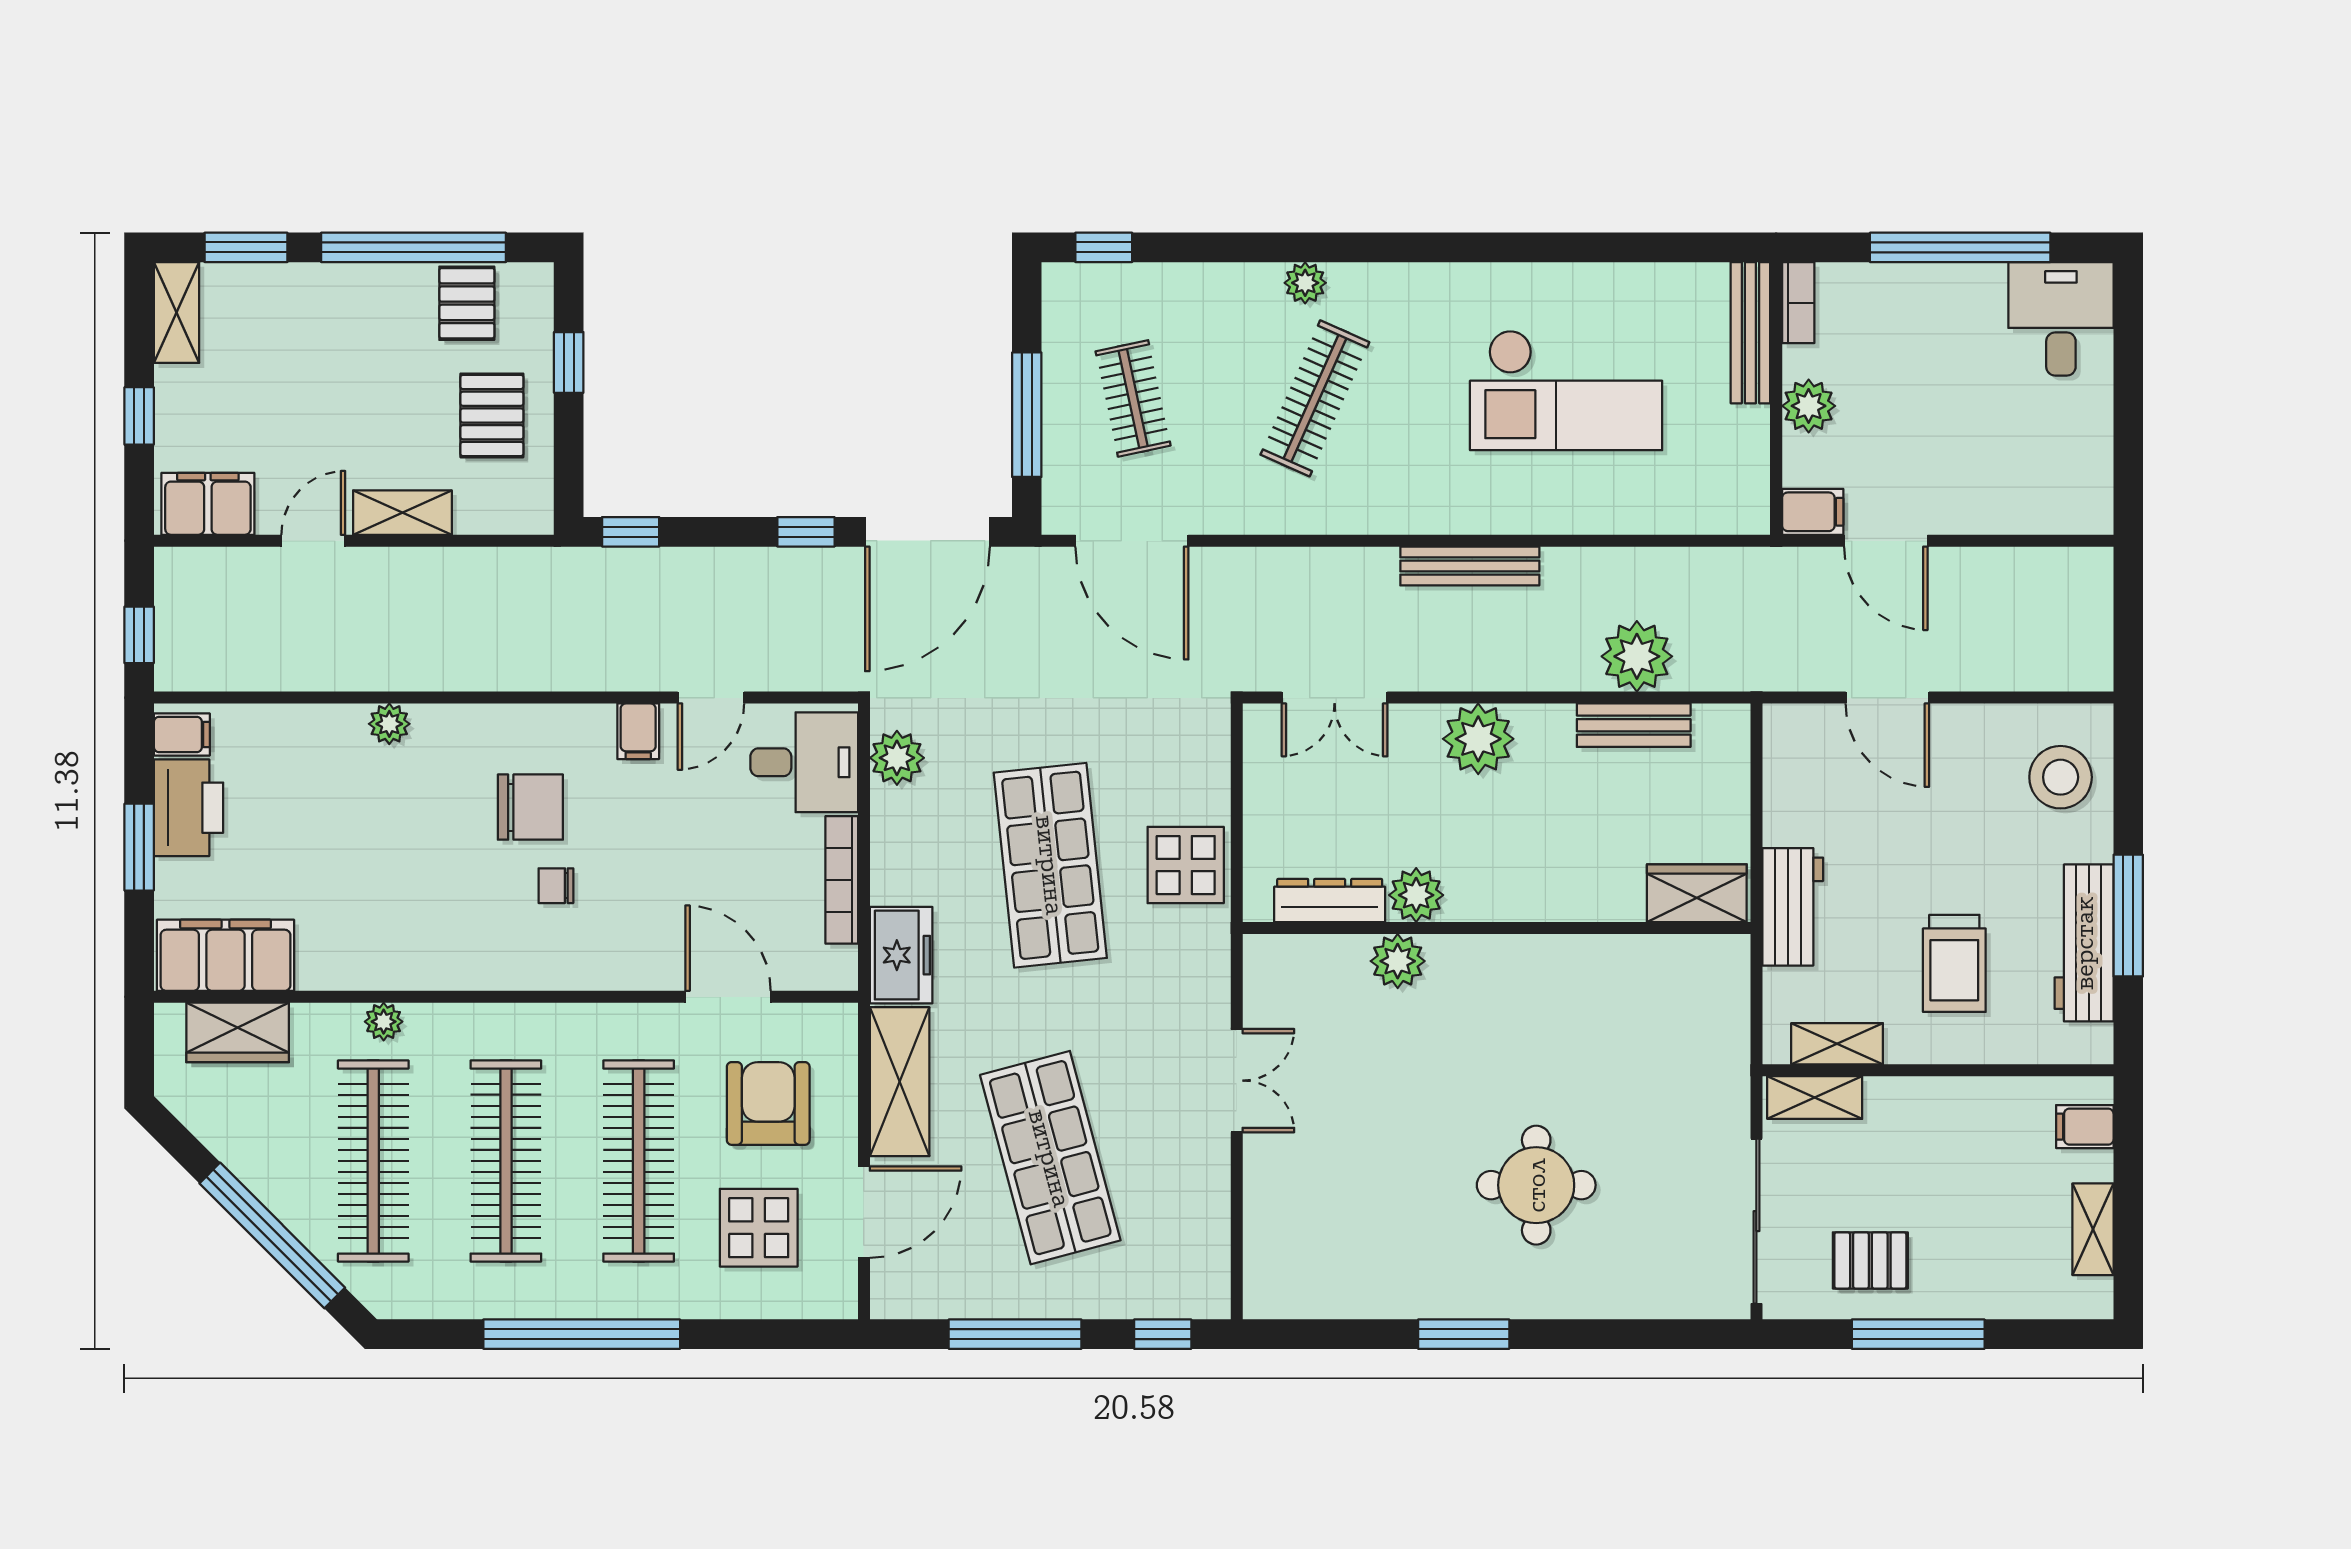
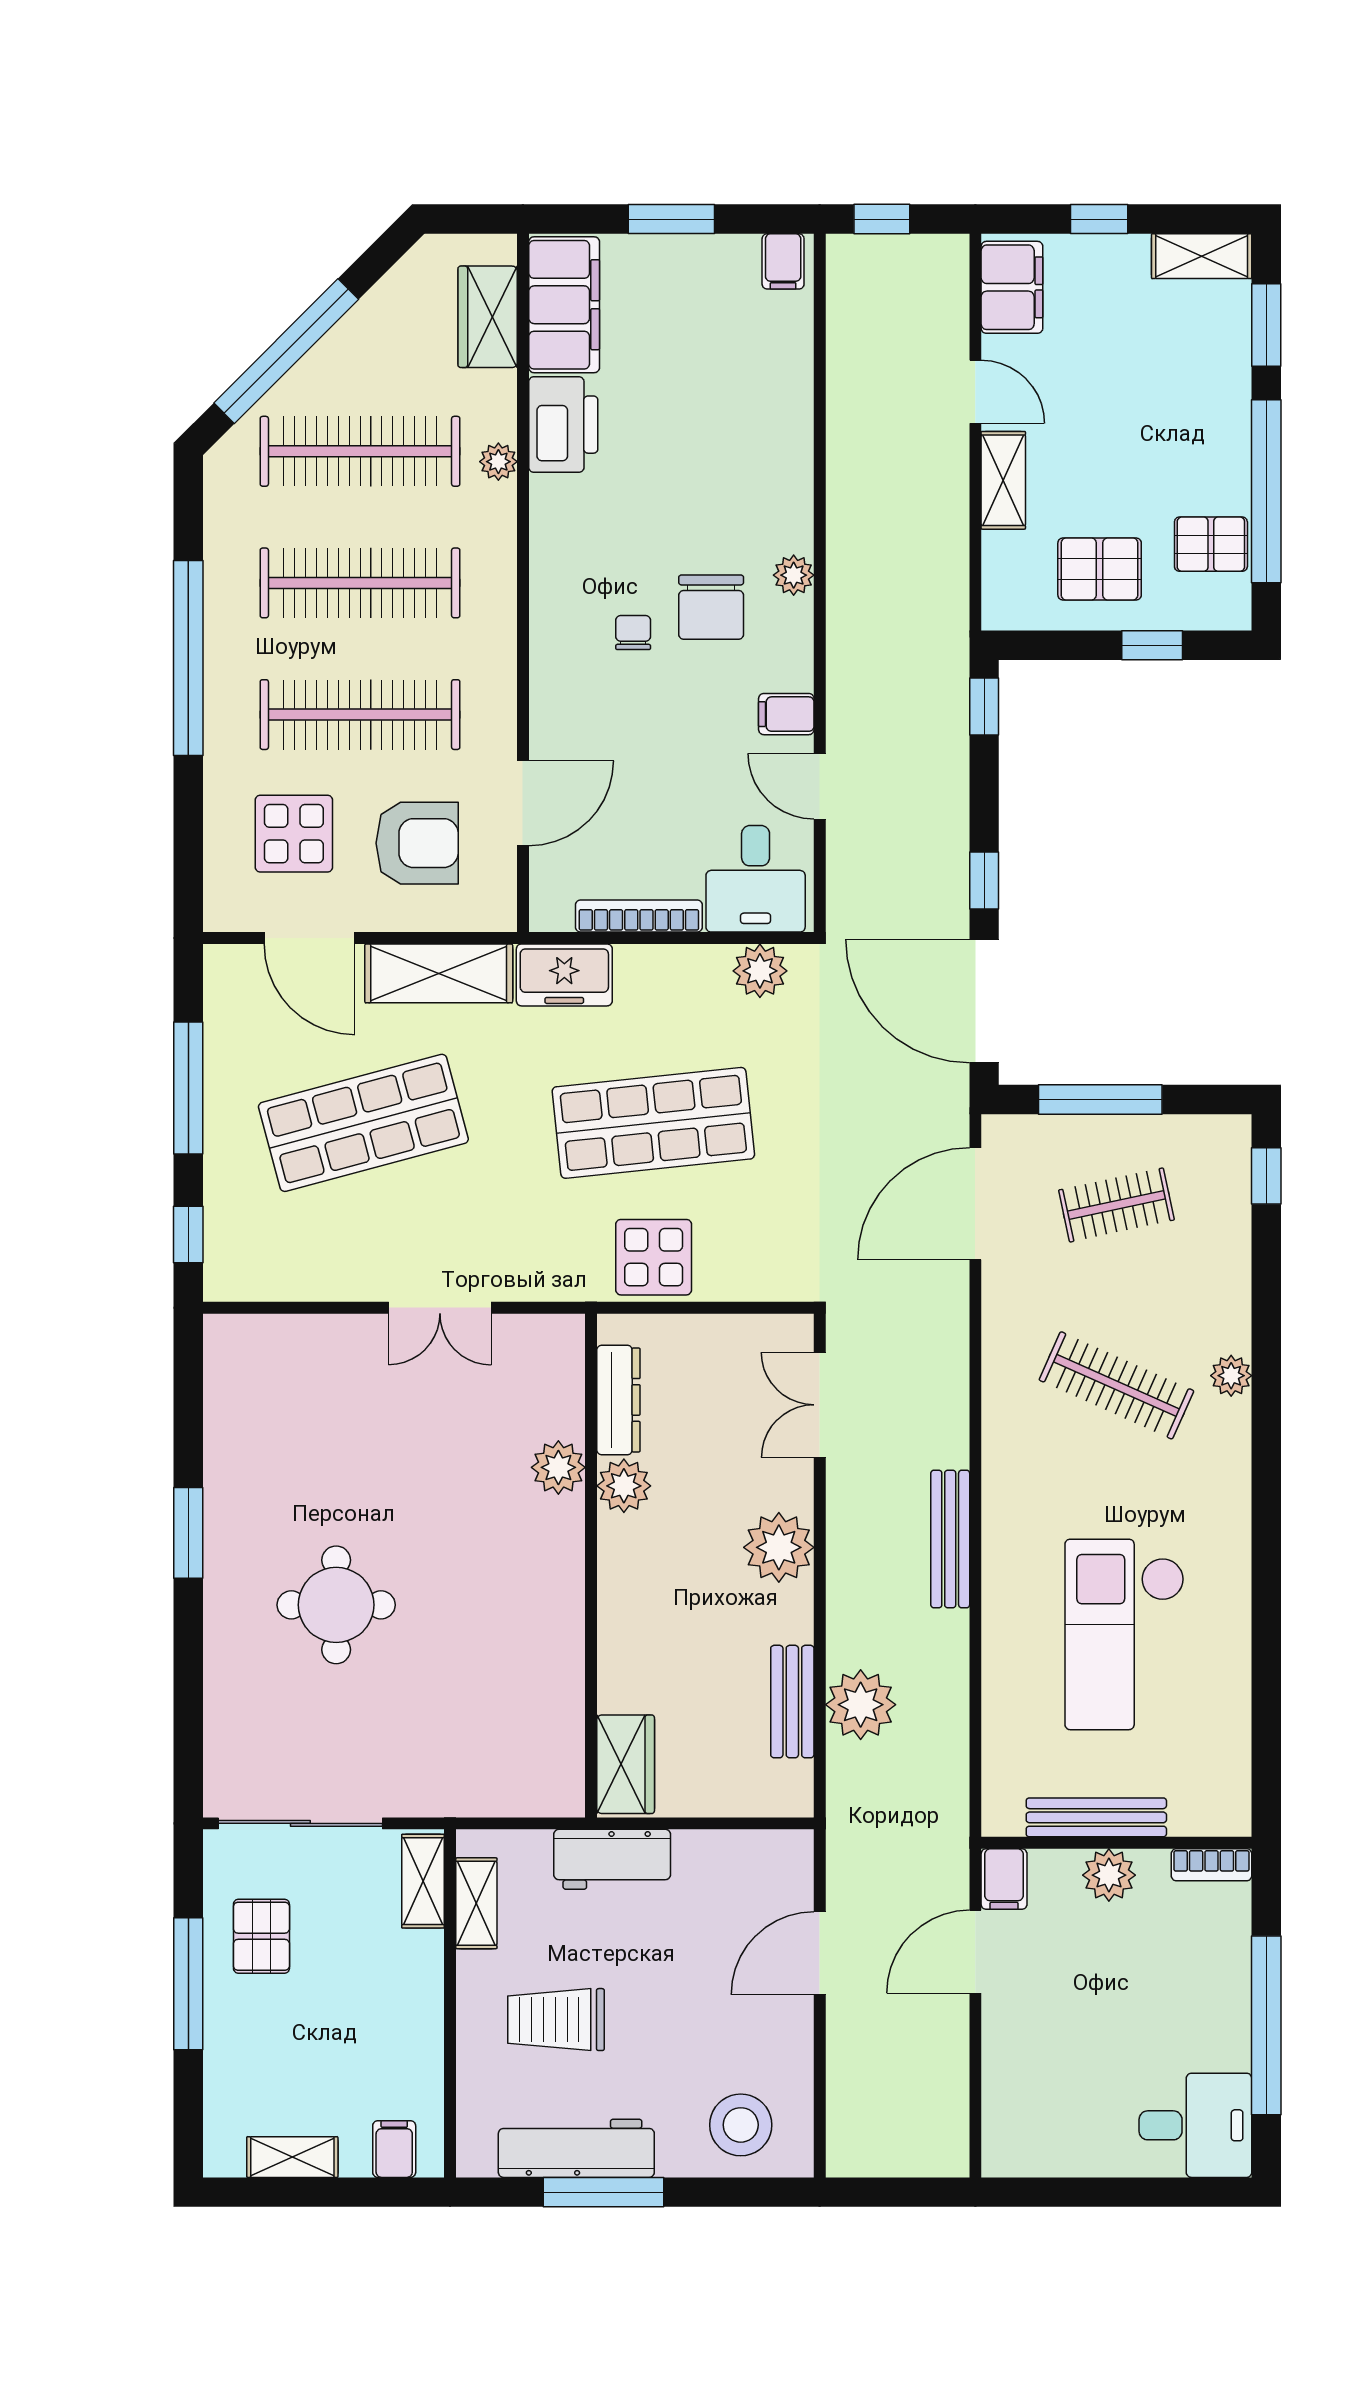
bench: (1750, 333) -> (1096, 1817), moved
plant: (389, 724) -> (794, 575), moved
printer: (188, 808) -> (563, 425), moved, turned -90

